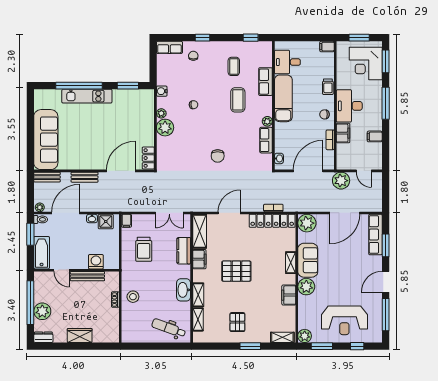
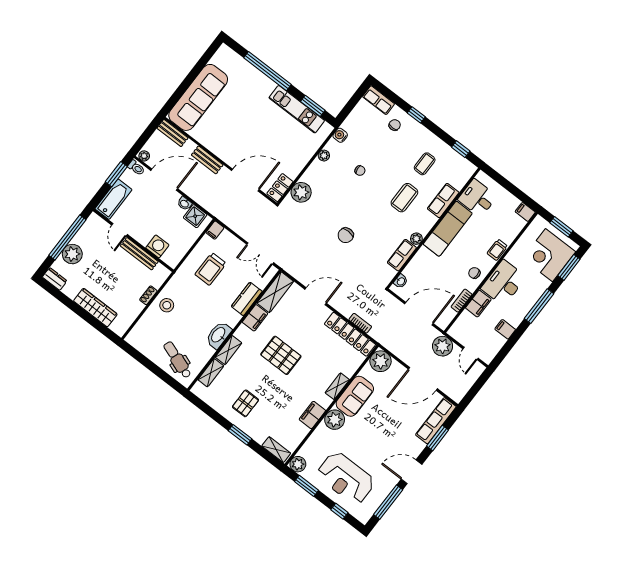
kitchen unit: (87, 96) -> (297, 109), moved
plant: (165, 128) -> (301, 192), moved
wardrobe: (80, 336) -> (95, 308), width x1.50

